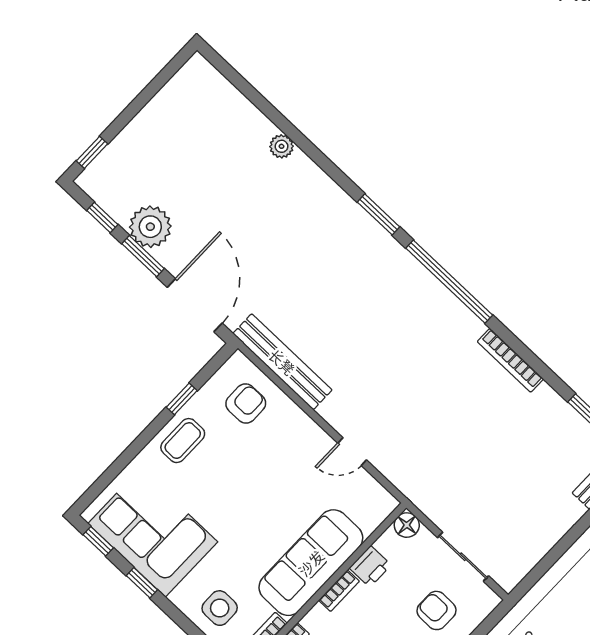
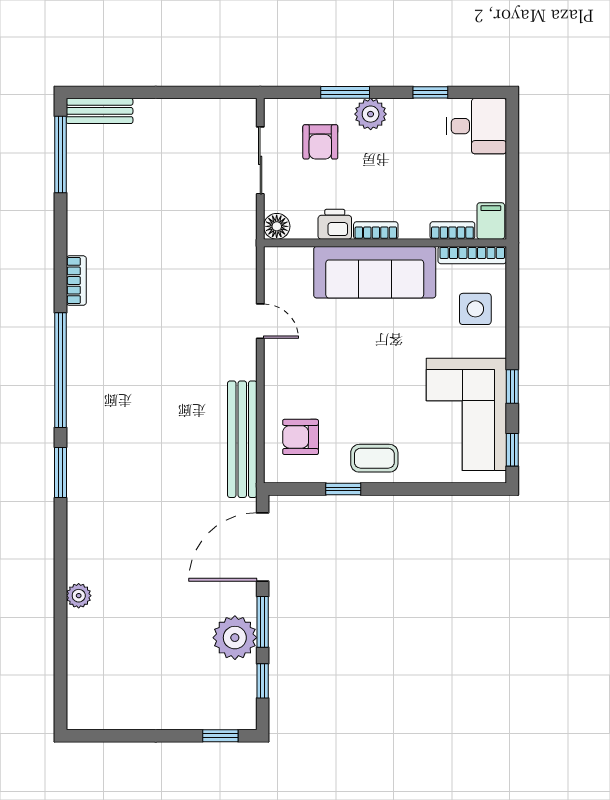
bookcase: (510, 360) -> (76, 281), width x0.64

